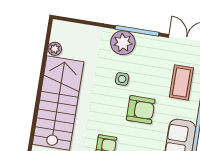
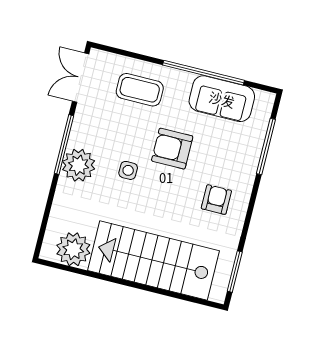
plant: (55, 49) -> (73, 249), width x1.88, depth x1.88
armchair: (141, 110) -> (172, 149), turned -90

